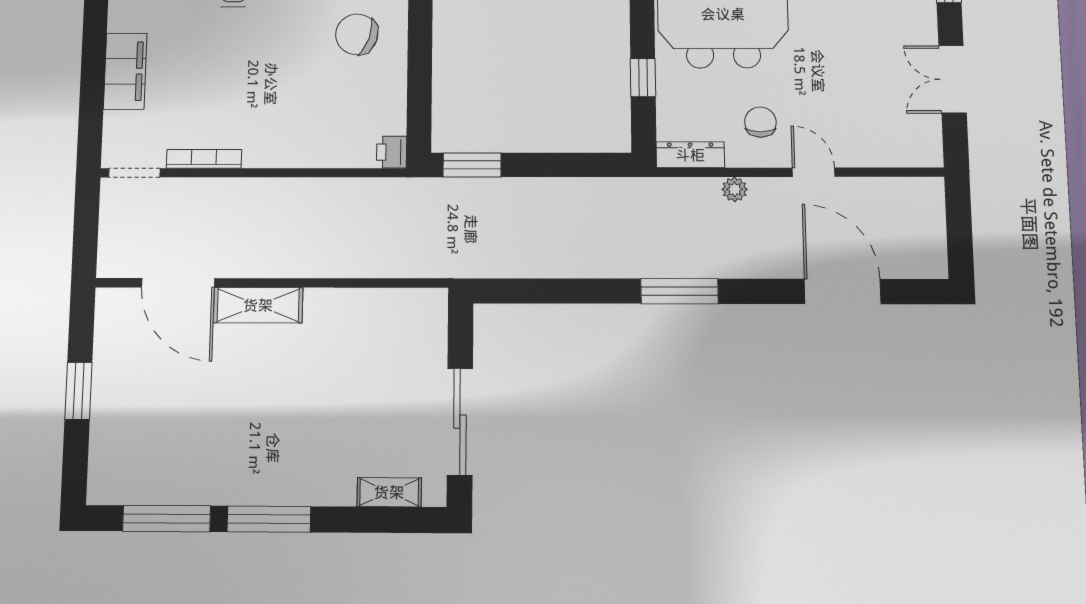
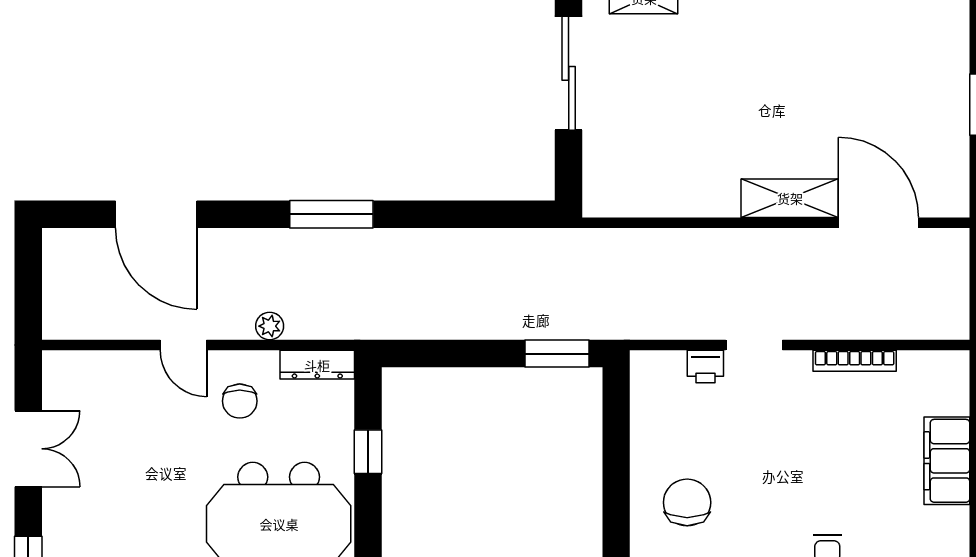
chair: (357, 34) -> (687, 502), turned -109
printer: (392, 152) -> (705, 366), moved, turned 90
doorway: (134, 173) -> (754, 345), moved

